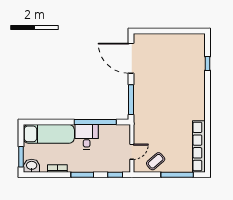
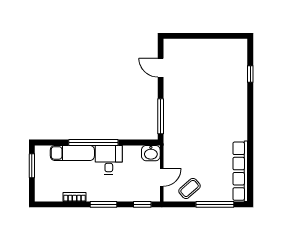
door: (131, 58) -> (161, 68), width x0.53
window: (95, 122) -> (93, 143), moved
exam couch: (49, 134) -> (72, 153), width x0.73, depth x0.69
window: (21, 157) -> (32, 166), moved
washbasin: (32, 166) -> (151, 153), moved, turned 180

